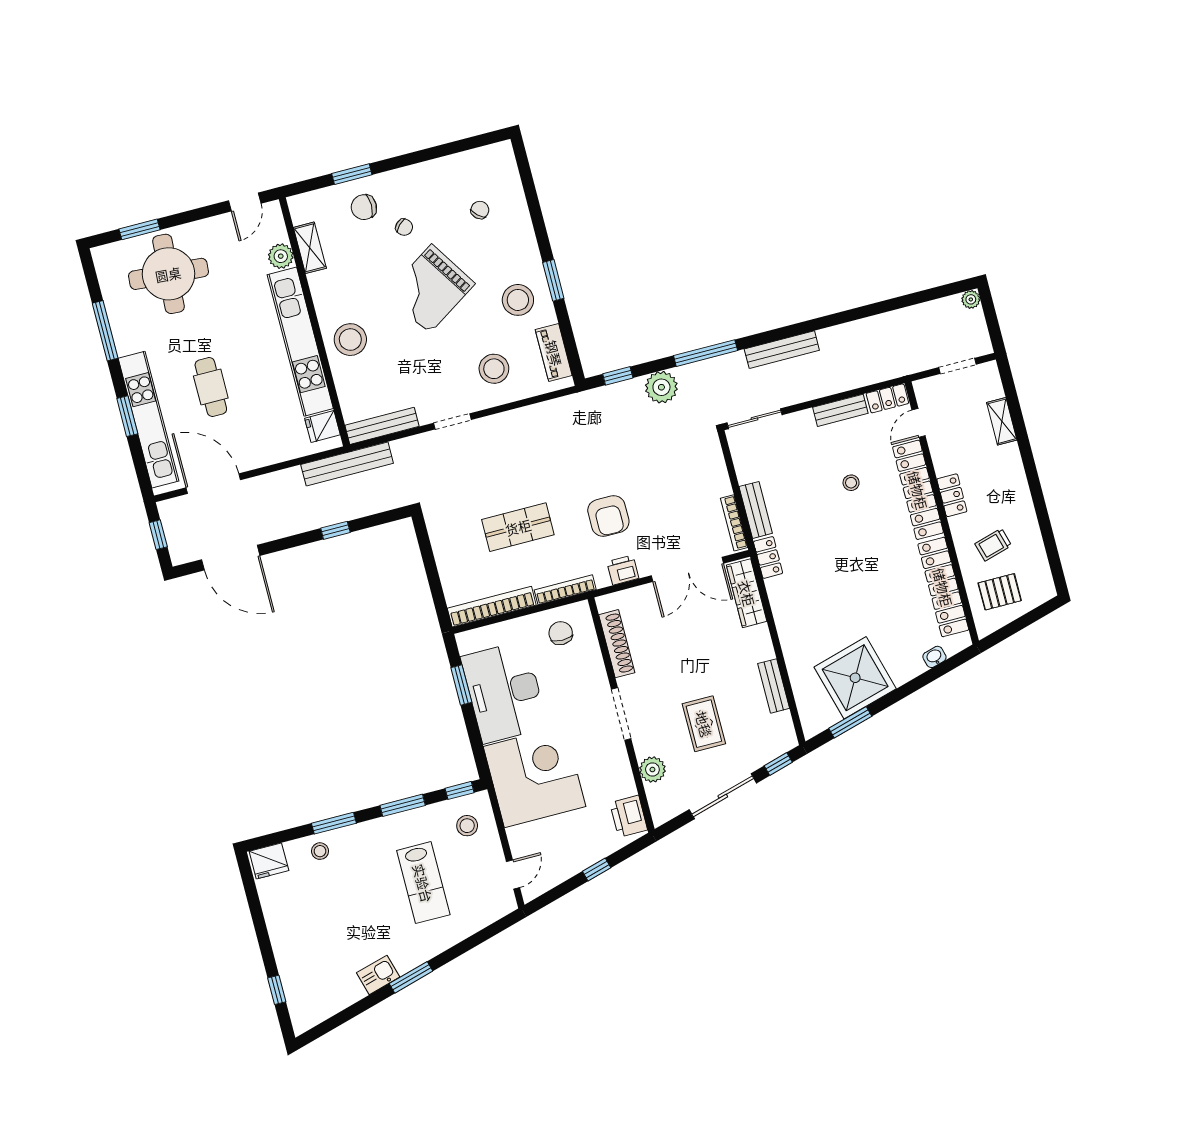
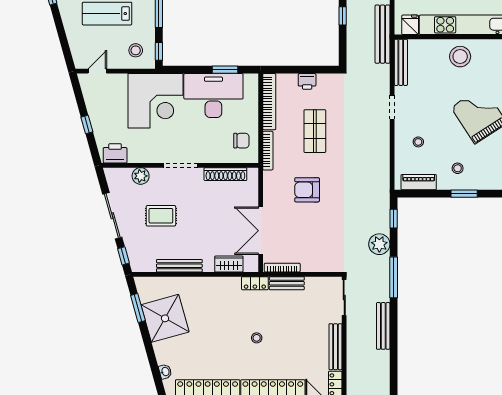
stool: (518, 300) -> (458, 168), width x0.53, depth x0.53
stool: (494, 369) -> (418, 142), width x0.53, depth x0.53
bench: (840, 410) -> (335, 347), width x1.36
stool: (851, 483) -> (257, 338), moved
printer: (623, 570) -> (307, 81), moved, turned 90
wardrobe: (747, 593) -> (229, 264), width x0.67
bench: (774, 686) -> (179, 266), width x1.36
door: (513, 874) -> (97, 71), swing flipped

